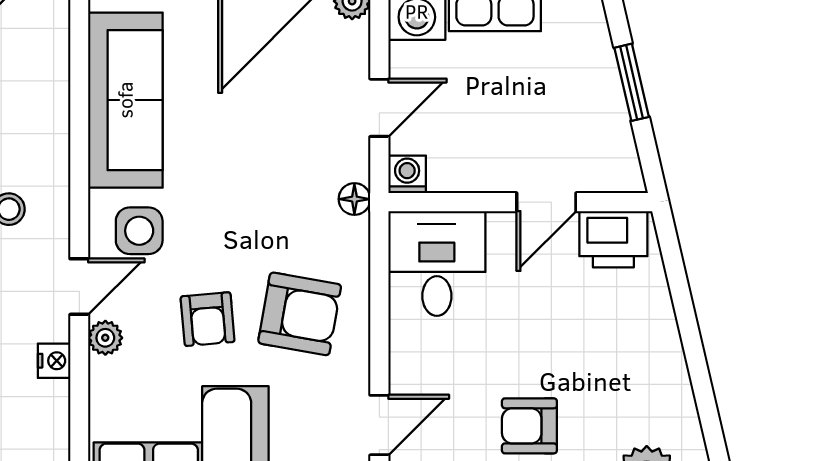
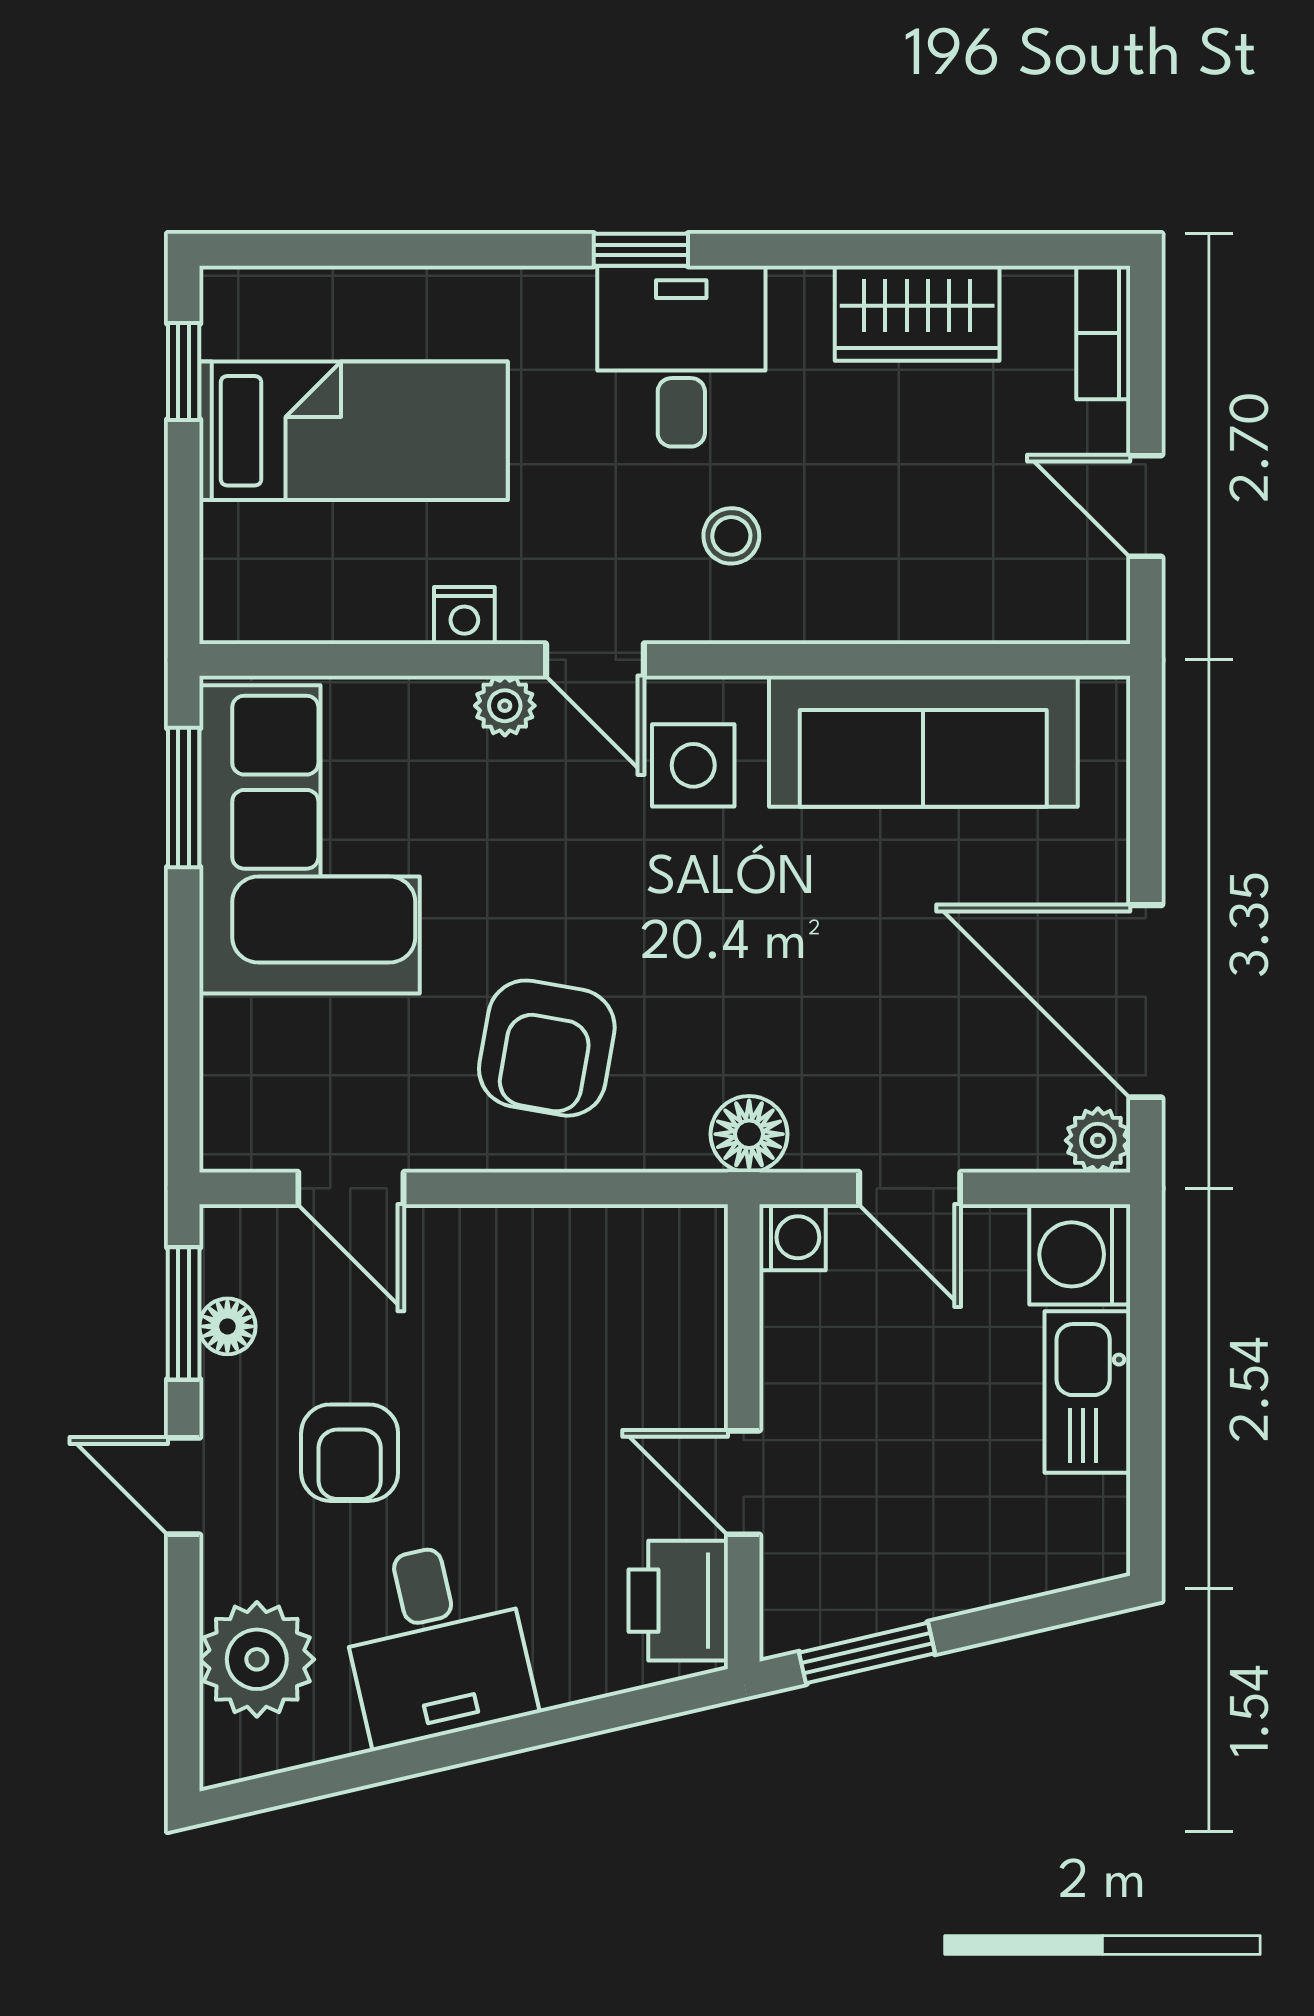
window: (632, 82) -> (867, 1653), moved
floor lamp: (354, 199) -> (749, 1134), width x1.37, depth x1.37
desk: (437, 264) -> (436, 1642), moved, turned 77
armchair: (208, 319) -> (538, 886), removed
armchair: (529, 426) -> (350, 1453), turned 180

